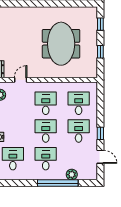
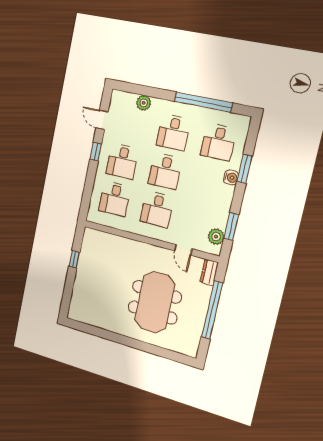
window: (100, 24) -> (67, 295), removed
meeting table: (61, 44) -> (155, 302), moved
door: (21, 80) -> (183, 250), hinge flipped
window: (58, 183) -> (203, 102), moved

